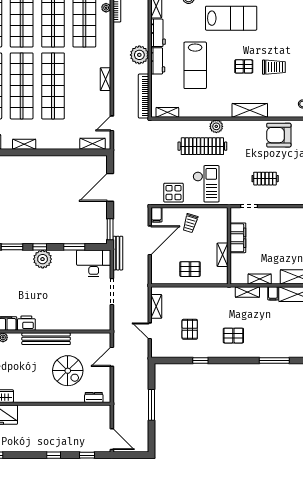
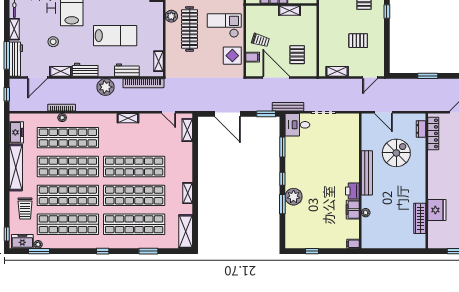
workbench: (158, 61) -> (127, 70), moved
filing cabinet: (156, 215) -> (253, 57), moved
plant: (43, 259) -> (294, 197), moved
desk: (94, 263) -> (297, 125), width x0.73
pallet: (190, 269) -> (297, 55), moved
door: (150, 331) -> (370, 77), moved
window: (200, 361) -> (387, 12), moved
window: (151, 405) -> (428, 76), width x0.69
locker: (89, 411) -> (433, 133), added

